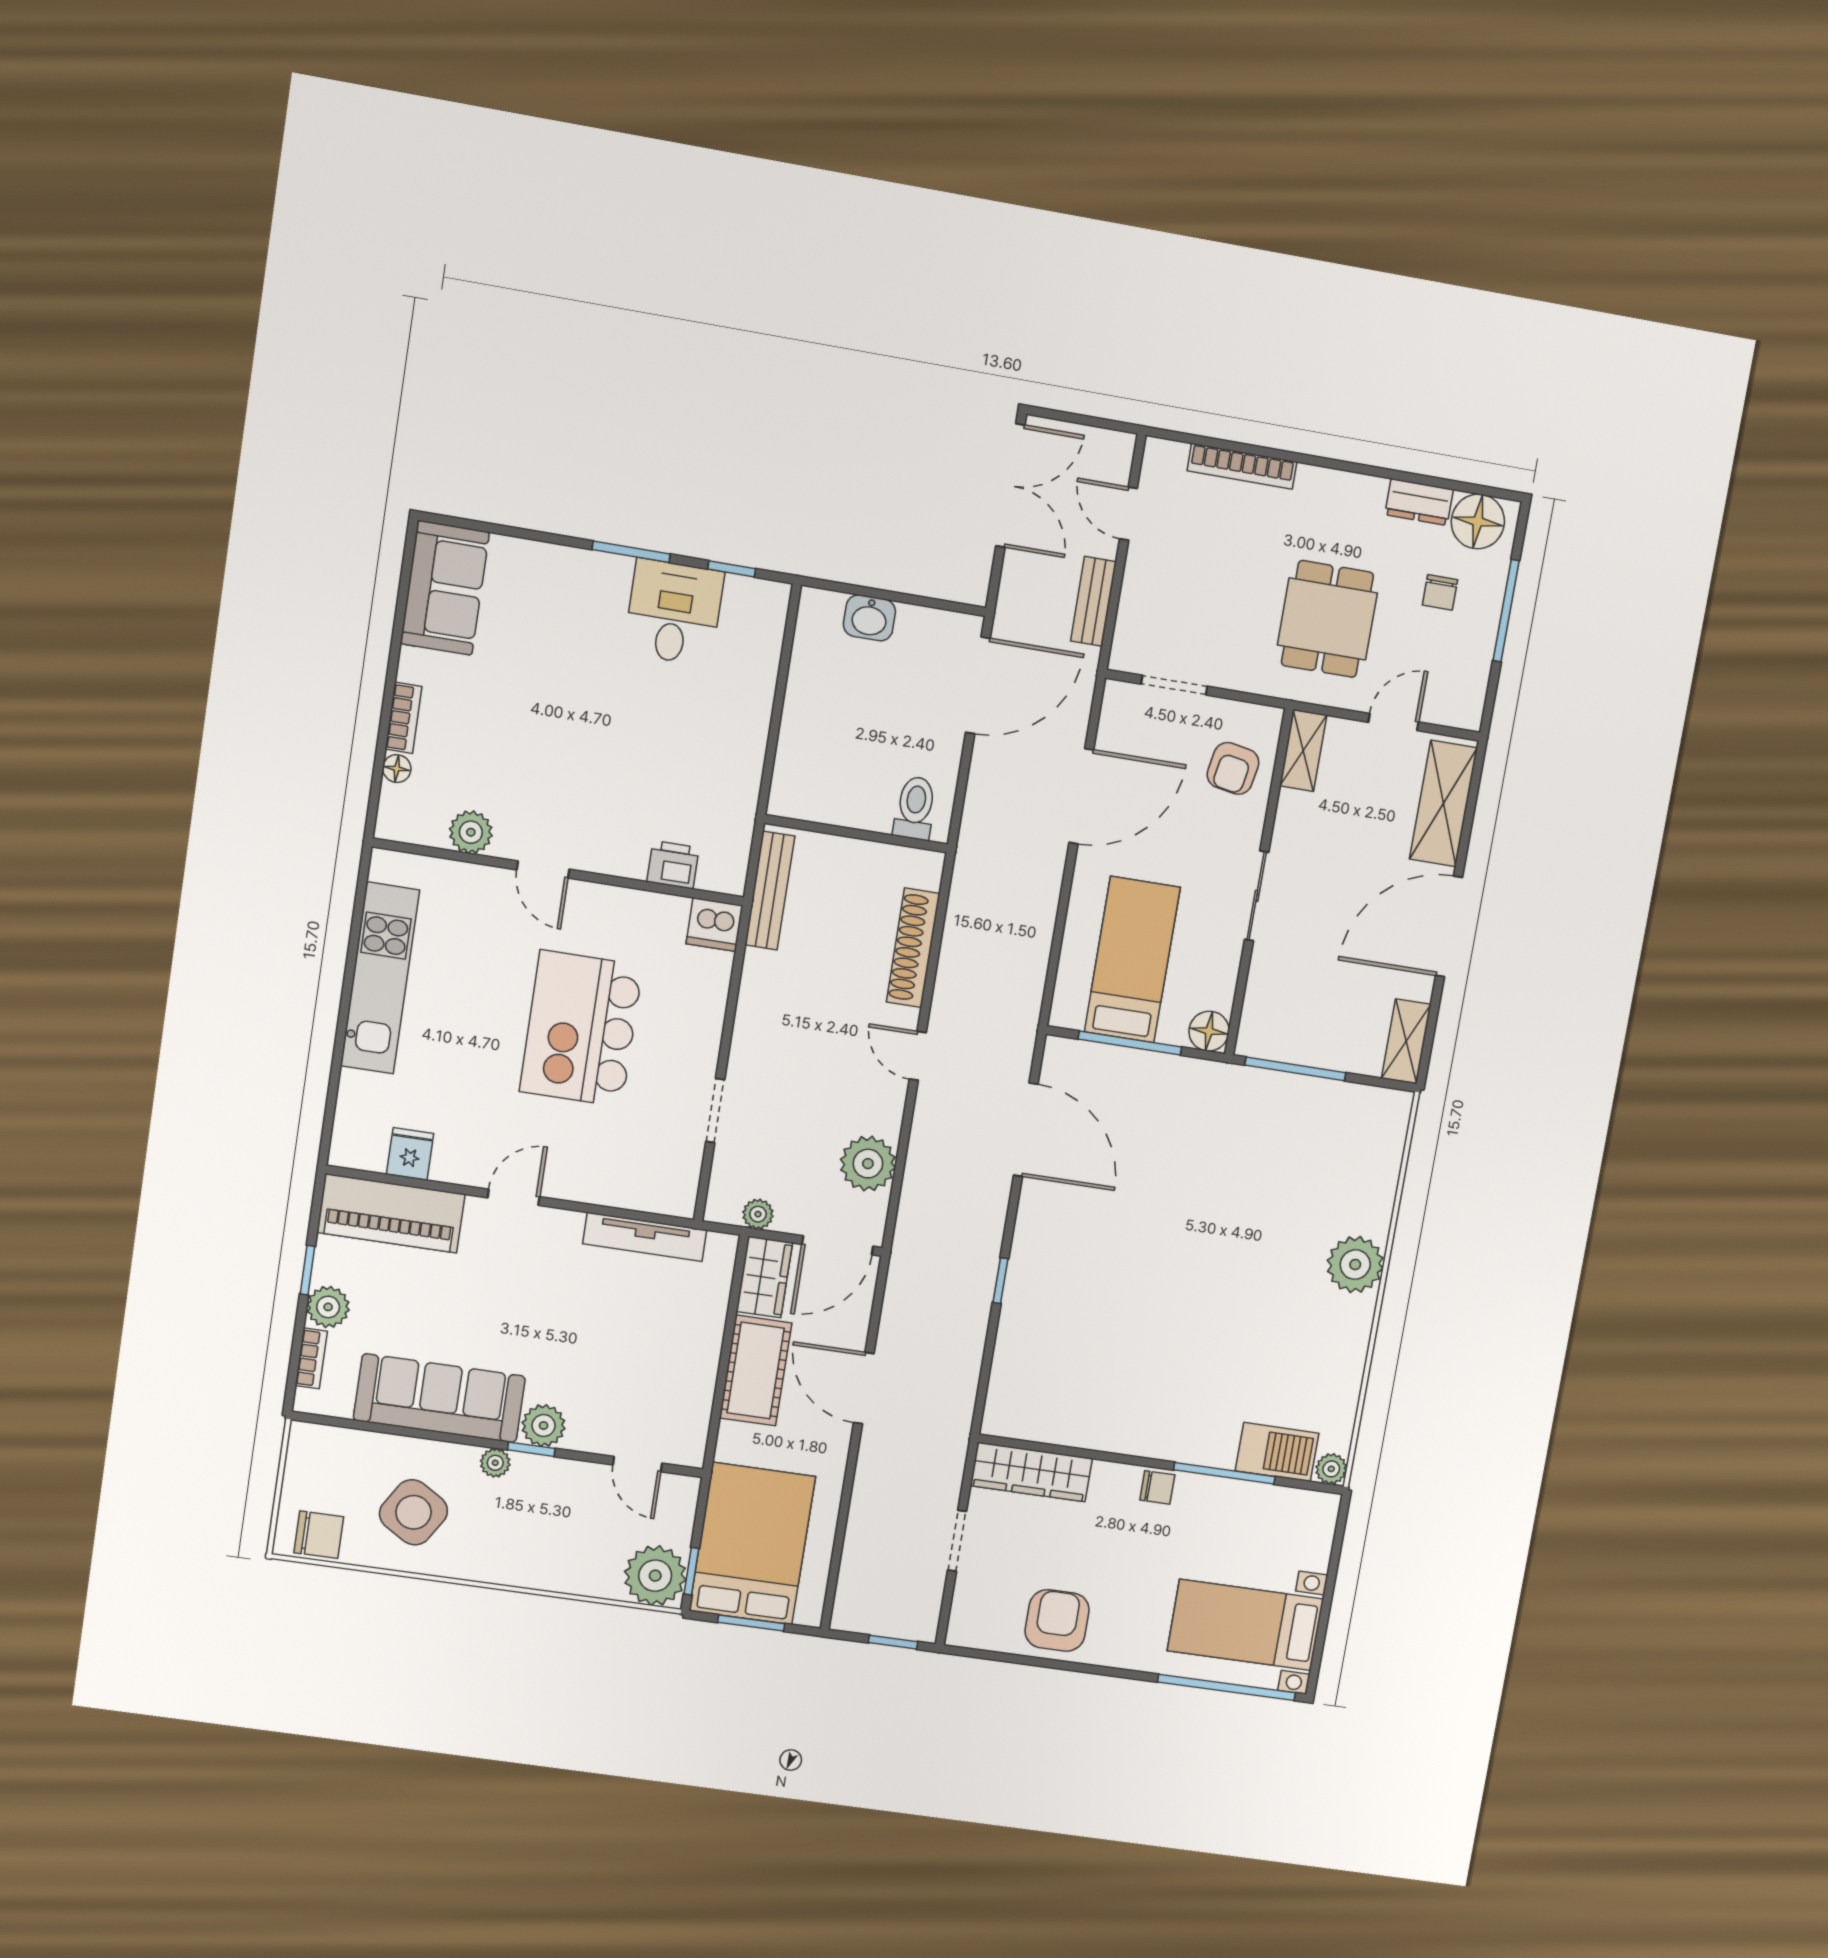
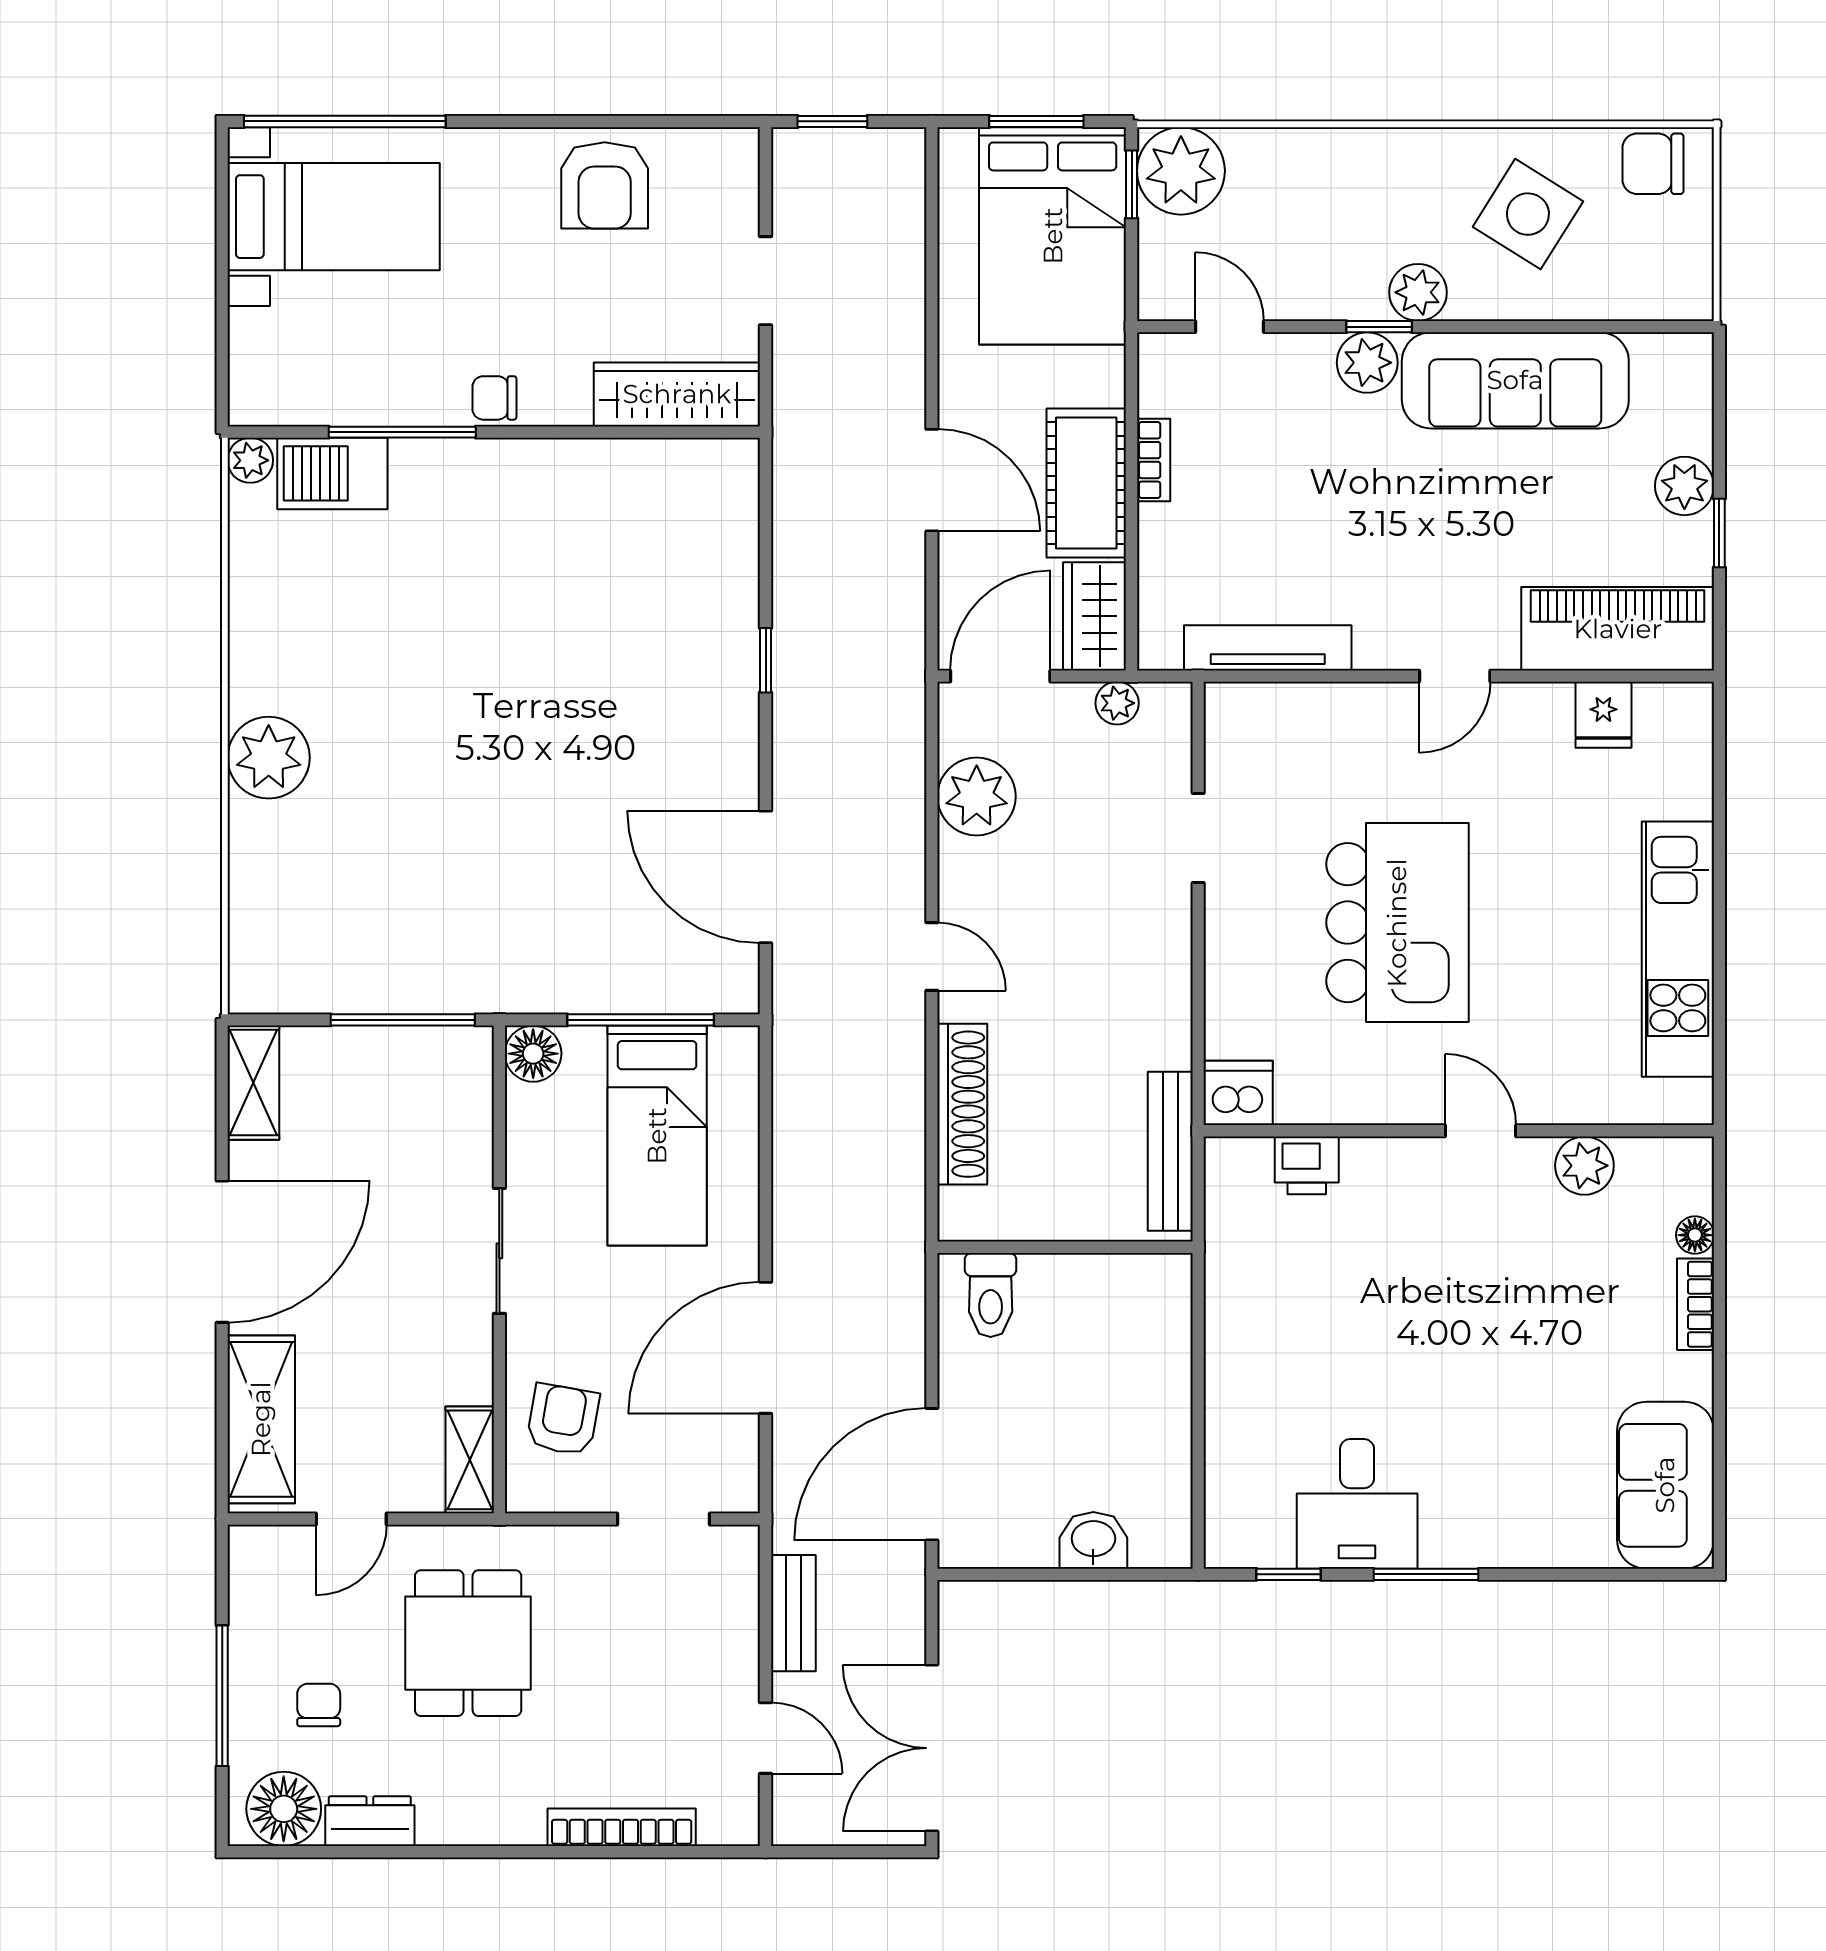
bookcase: (311, 1358) -> (1154, 460), moved, turned 180
plant: (495, 1463) -> (1418, 292), width x1.38, depth x1.38

